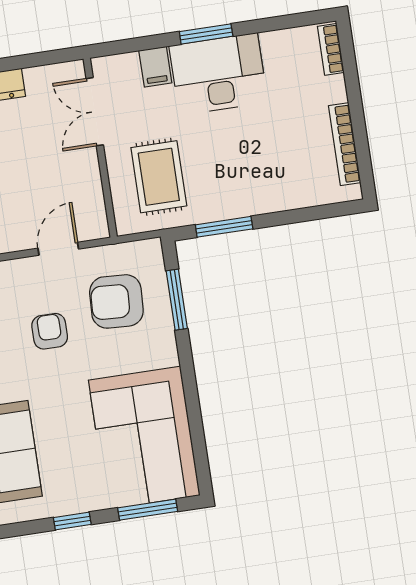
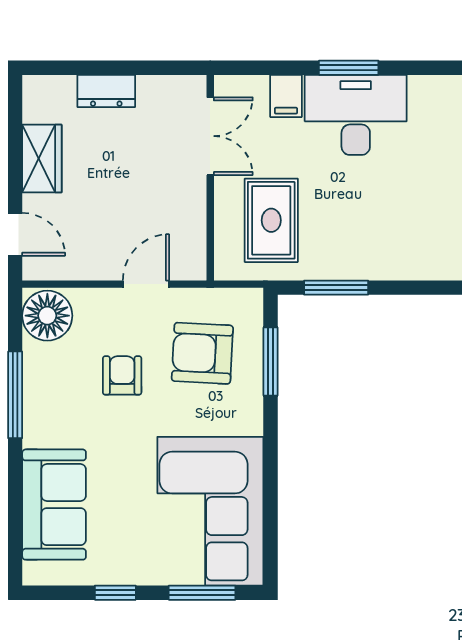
double door: (95, 112) -> (210, 136), swing flipped

